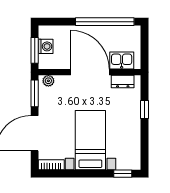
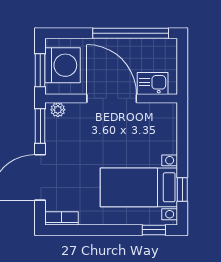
washing machine: (46, 46) -> (62, 65), width x1.89, depth x1.89
dresser: (123, 81) -> (154, 111), removed
window: (144, 109) -> (182, 190), moved
bed with nightstands: (90, 140) -> (139, 187), moved, turned -90

